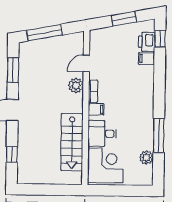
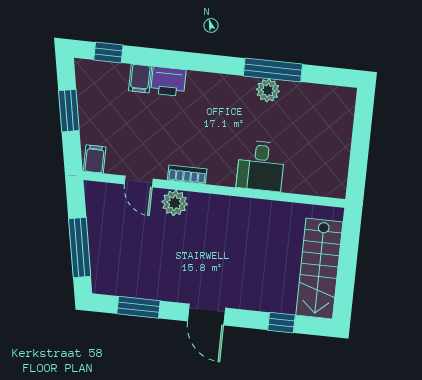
printer: (147, 42) -> (168, 82), moved
filing cabinet: (96, 109) -> (95, 159), moved
stairs: (72, 142) -> (319, 269), moved, turned 90
plant: (146, 158) -> (268, 90), moved
corner desk: (105, 165) -> (315, 166), removed

